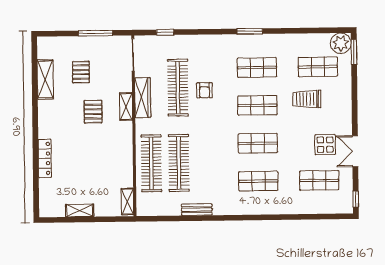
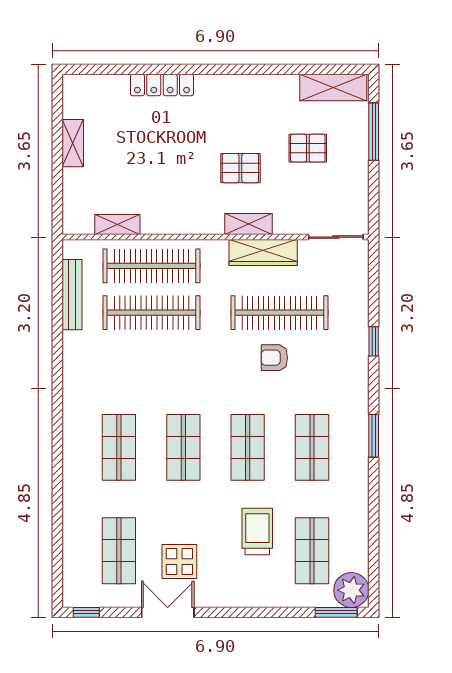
window: (165, 32) -> (374, 341), moved
window: (95, 33) -> (374, 132), moved
shelving: (45, 79) -> (333, 88), moved
shelving: (127, 202) -> (117, 225), moved
bench: (197, 210) -> (72, 295), moved, width x1.36

